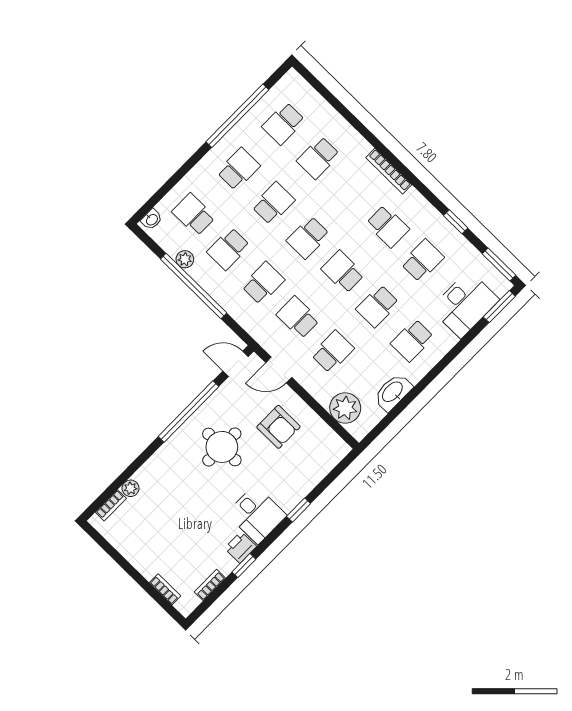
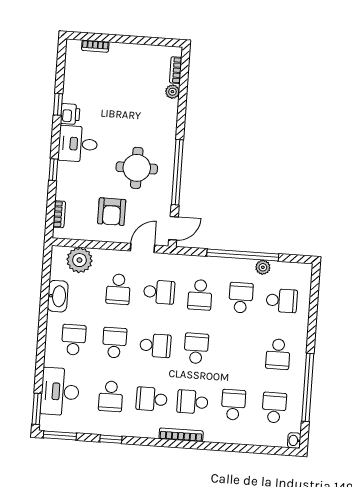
school desk: (273, 203) -> (192, 402), moved, turned 90
washbasin: (152, 219) -> (294, 440), moved
armchair: (278, 427) -> (112, 212), turned -90
bookcase: (210, 585) -> (59, 214), moved

